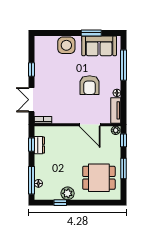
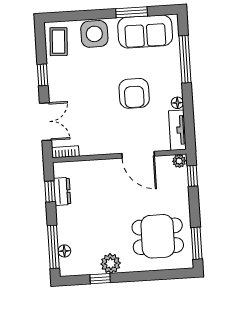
coffee table: (43, 49) -> (59, 42), added
double door: (32, 100) -> (46, 122), swing flipped
window: (124, 168) -> (197, 243), moved

